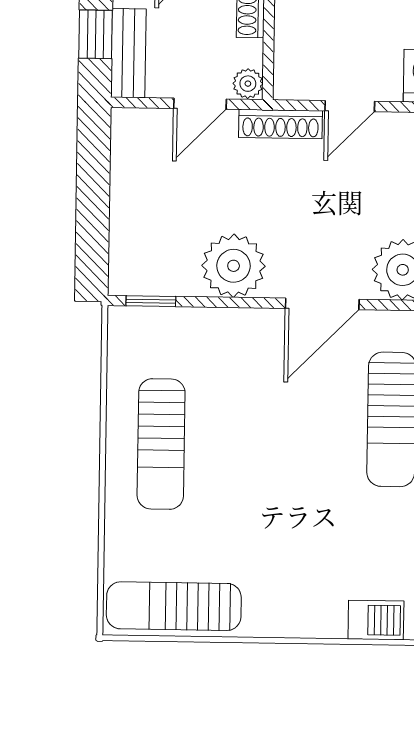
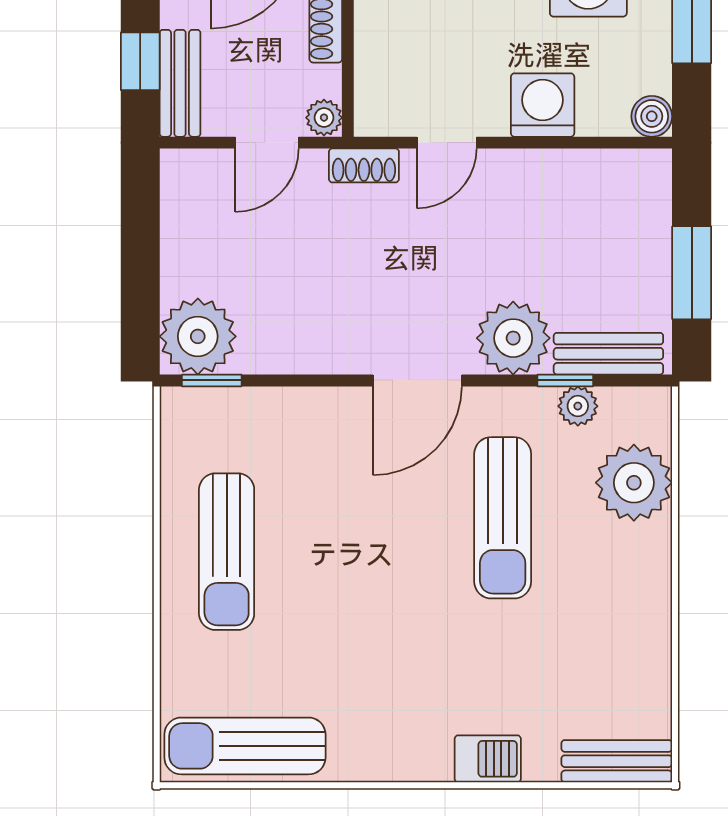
shoe rack: (281, 124) -> (364, 165), width x0.70
plant: (234, 266) -> (198, 336), moved

